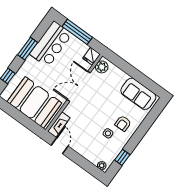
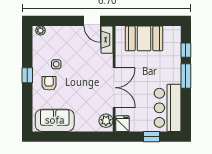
window: (77, 32) -> (151, 137), width x0.46
window: (28, 49) -> (186, 76), moved
booth: (34, 102) -> (144, 38), width x0.73, depth x0.70
window: (122, 157) -> (27, 75), moved

